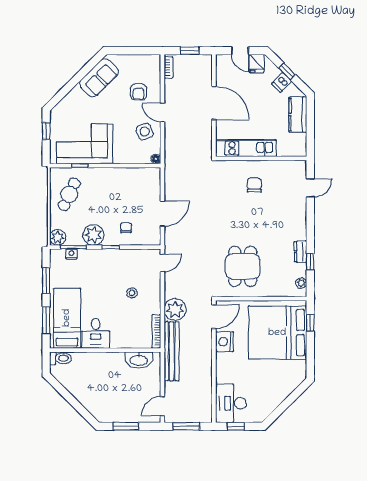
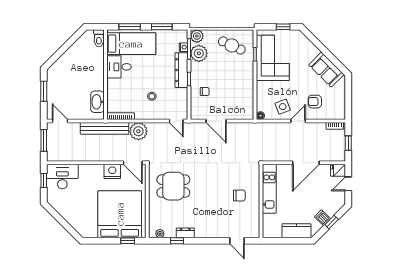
fridge: (256, 63) -> (338, 170), moved
plant: (93, 235) -> (199, 53), moved
dresser: (100, 257) -> (181, 70), added

